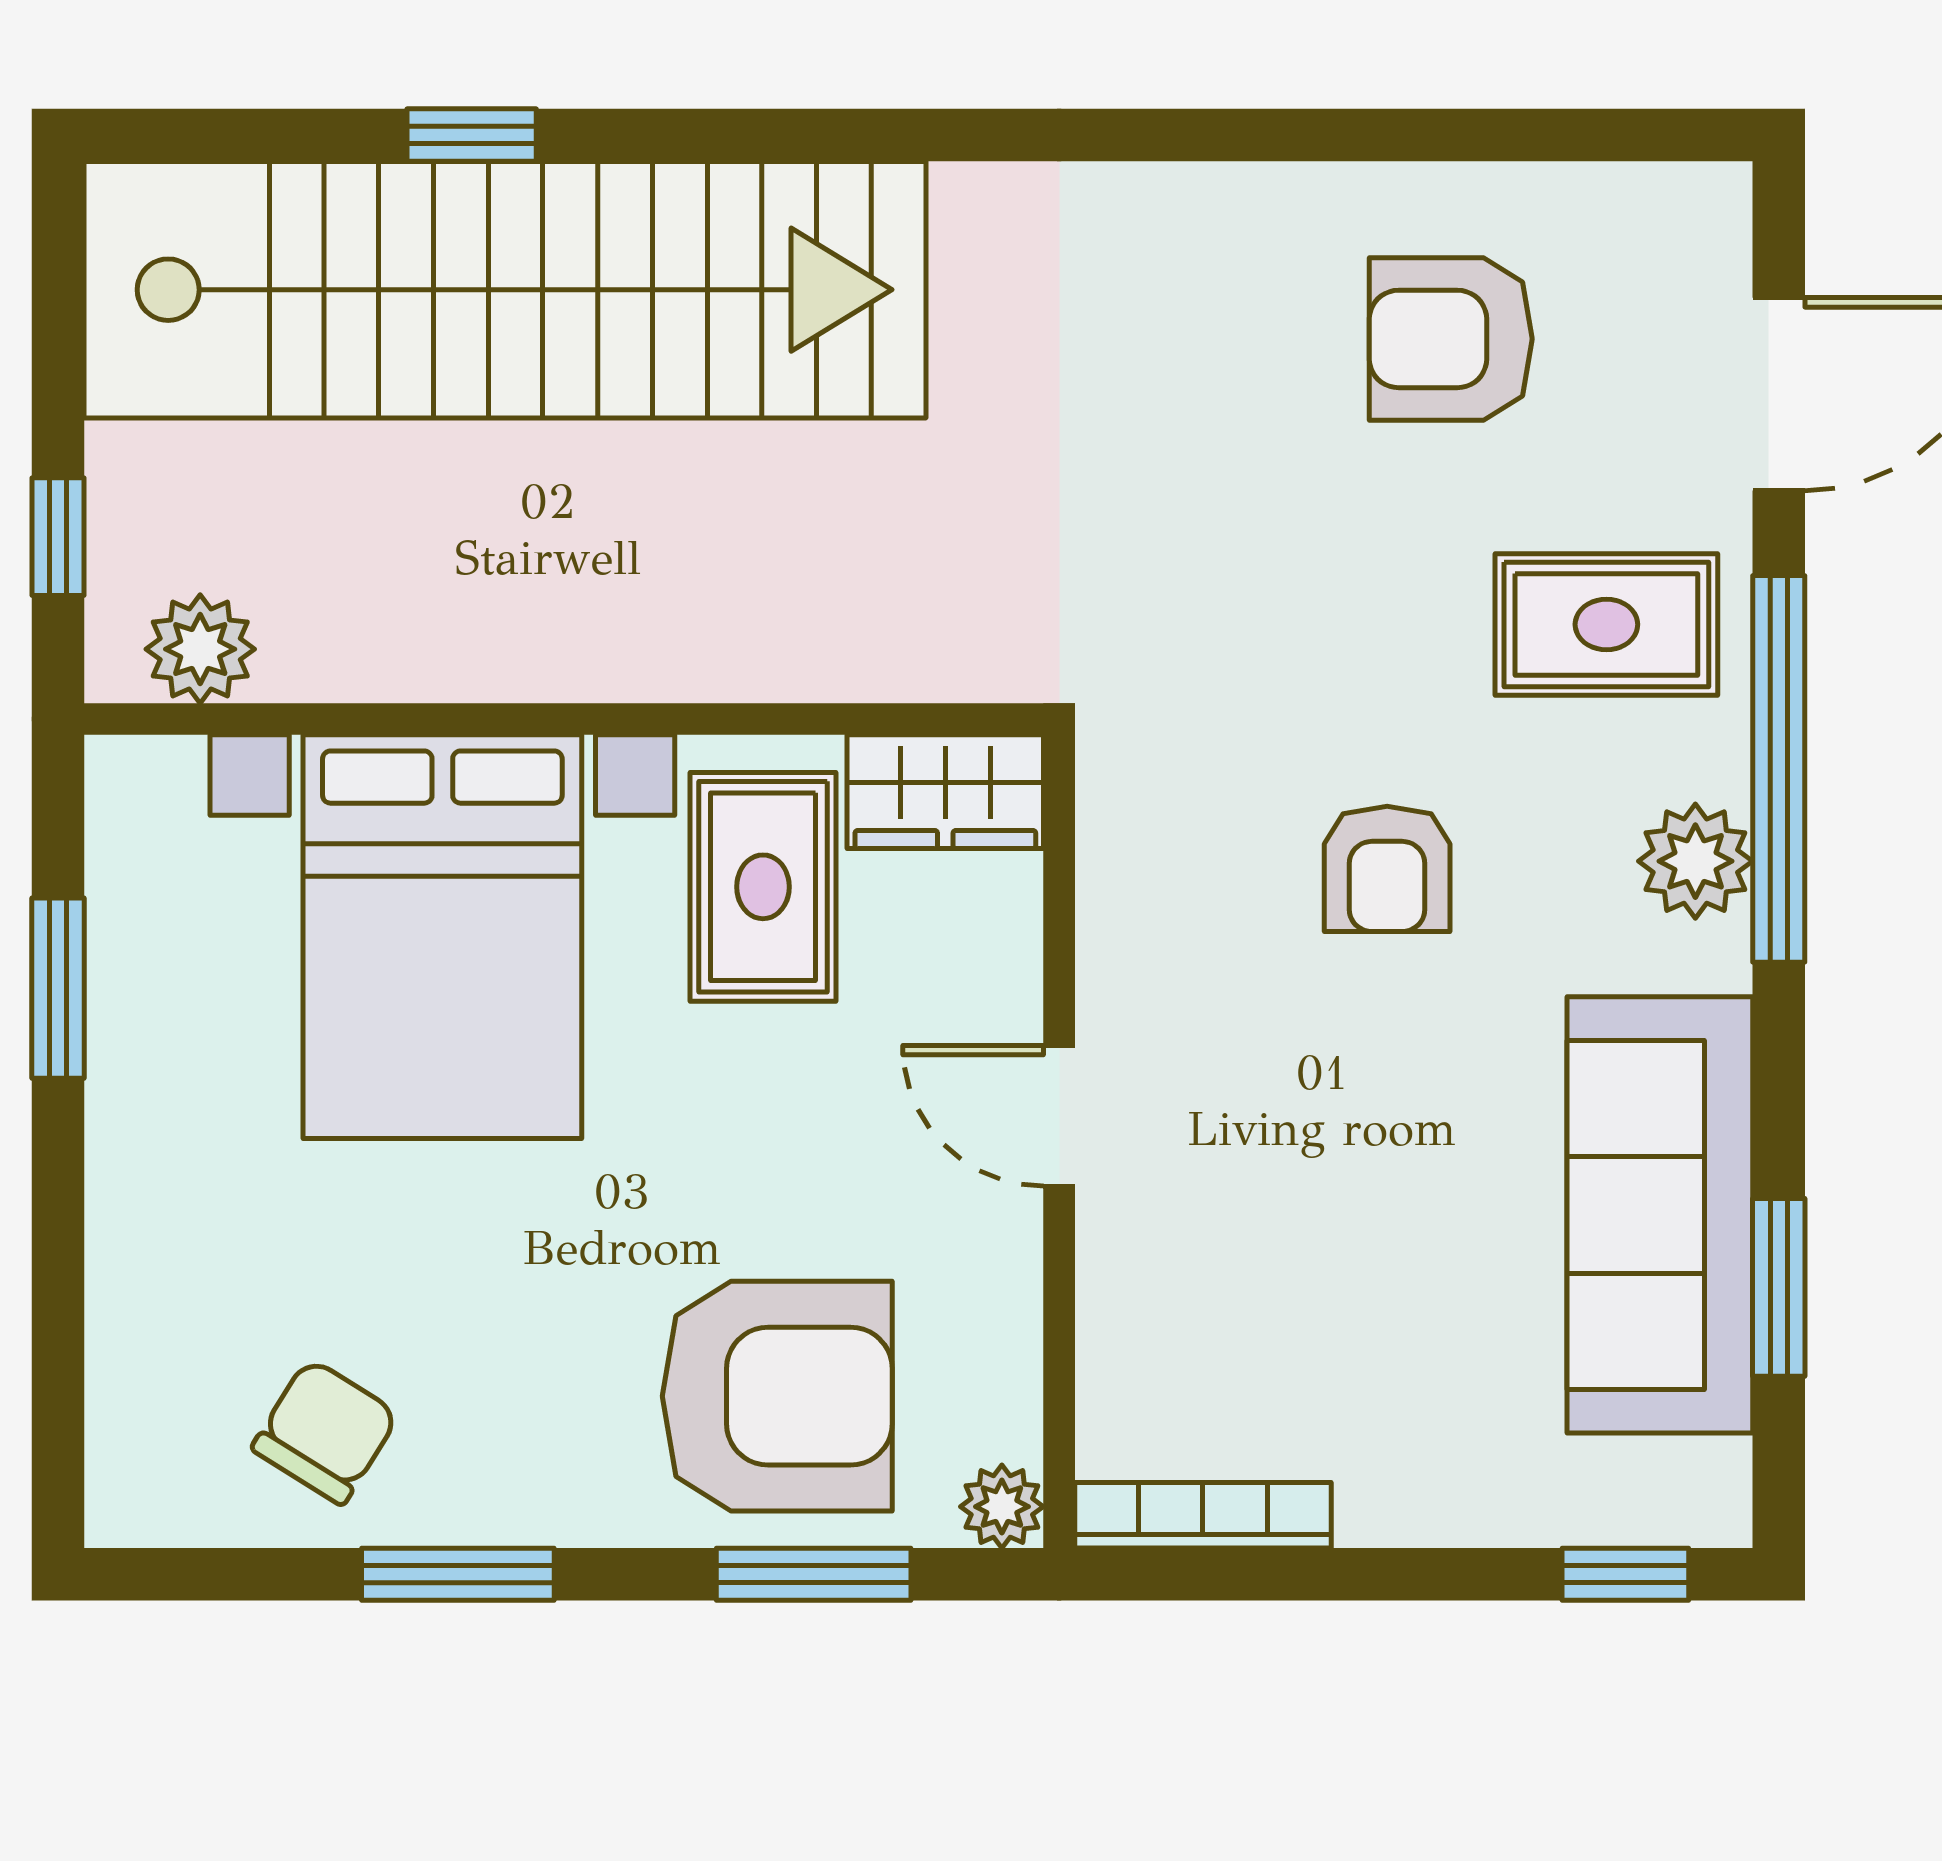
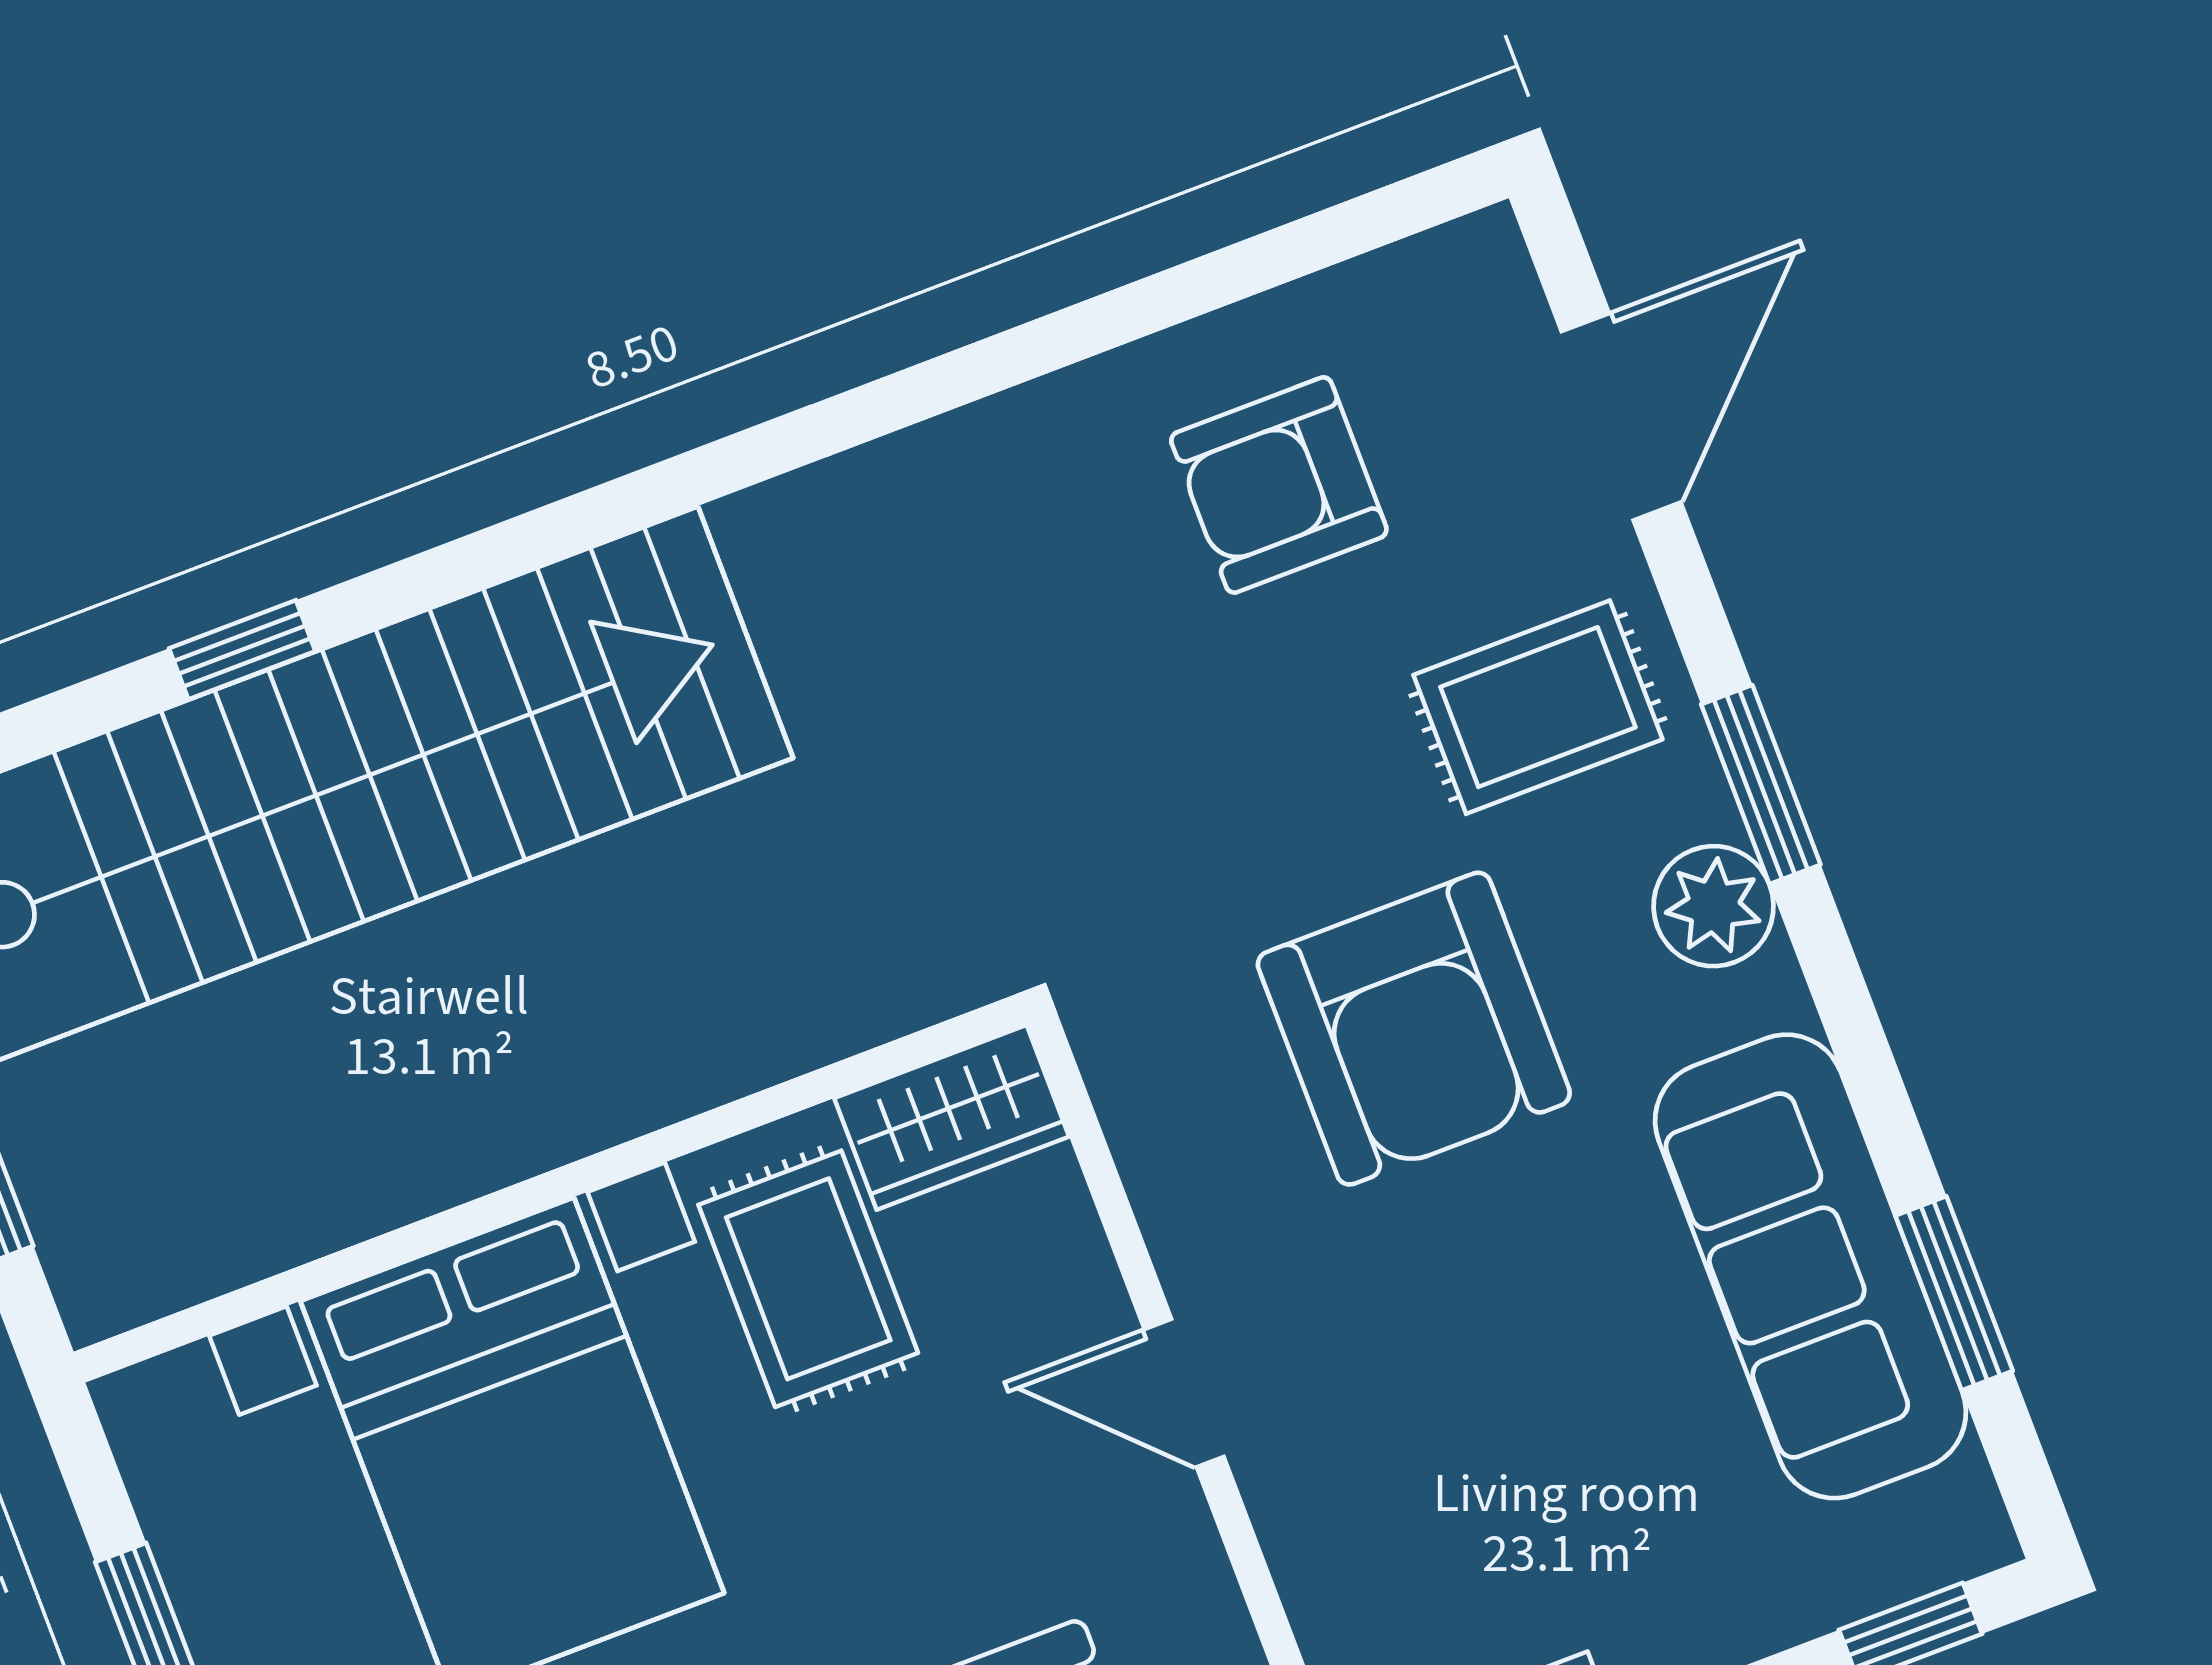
plant: (200, 649) -> (167, 1255), removed
window: (1779, 769) -> (1761, 784), width x0.47
armchair: (1387, 869) -> (1414, 1029), width x1.88, depth x1.88

